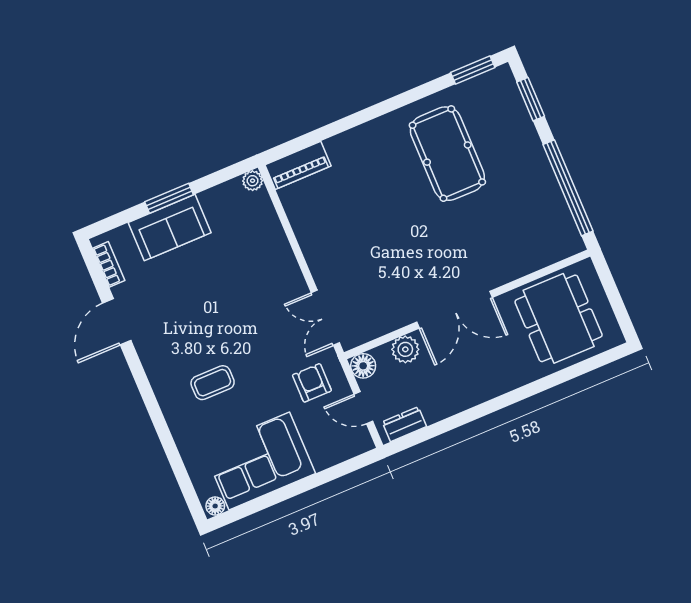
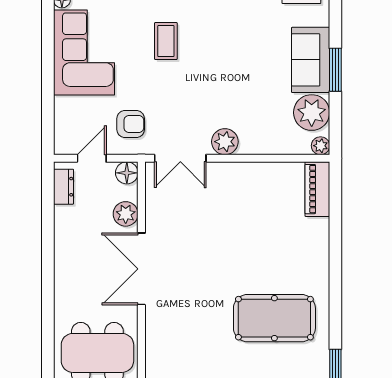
plant: (223, 204) -> (312, 113), added
plant: (289, 280) -> (225, 142), added
double door: (325, 318) -> (180, 158), swing flipped

